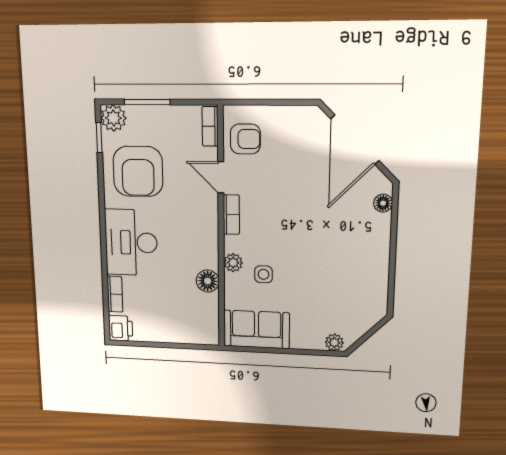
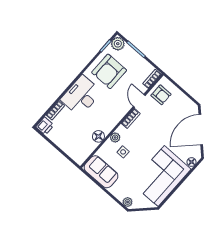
corner sofa: (353, 263) -> (161, 176), added

